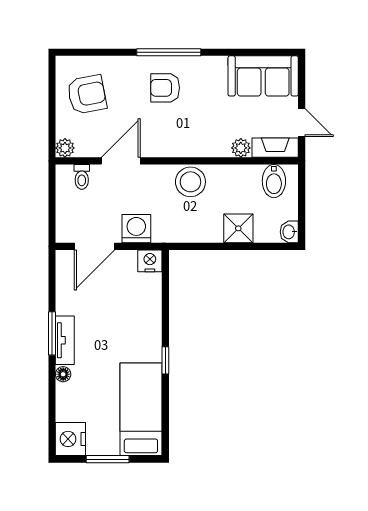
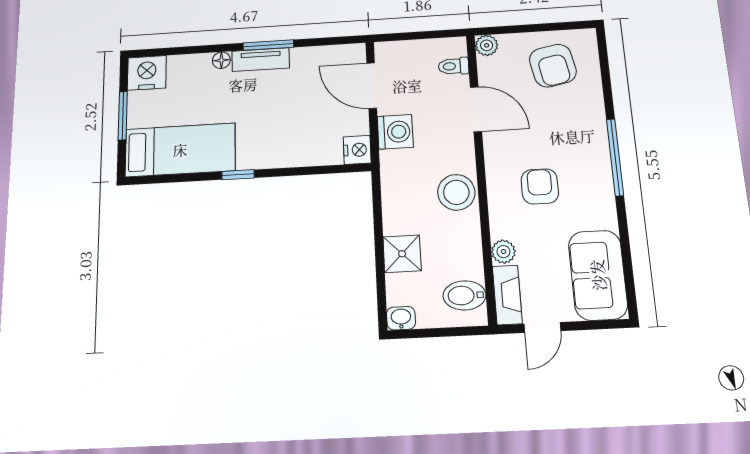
armchair: (165, 88) -> (540, 186), moved

